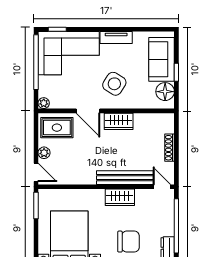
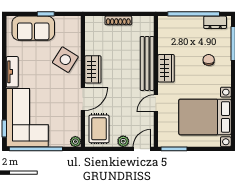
side table: (114, 84) -> (65, 60), moved
floor lamp: (165, 92) -> (64, 25), removed
door: (162, 187) -> (156, 103), moved
chair: (129, 242) -> (209, 60), width x0.54, depth x0.54

